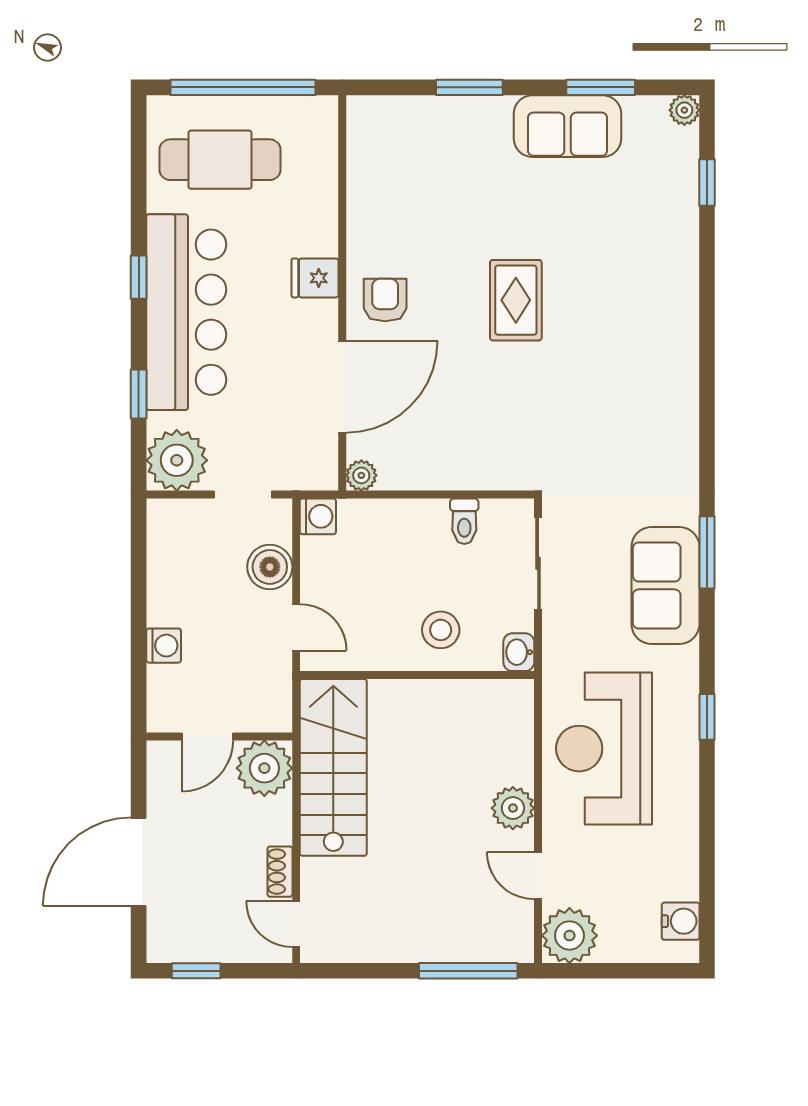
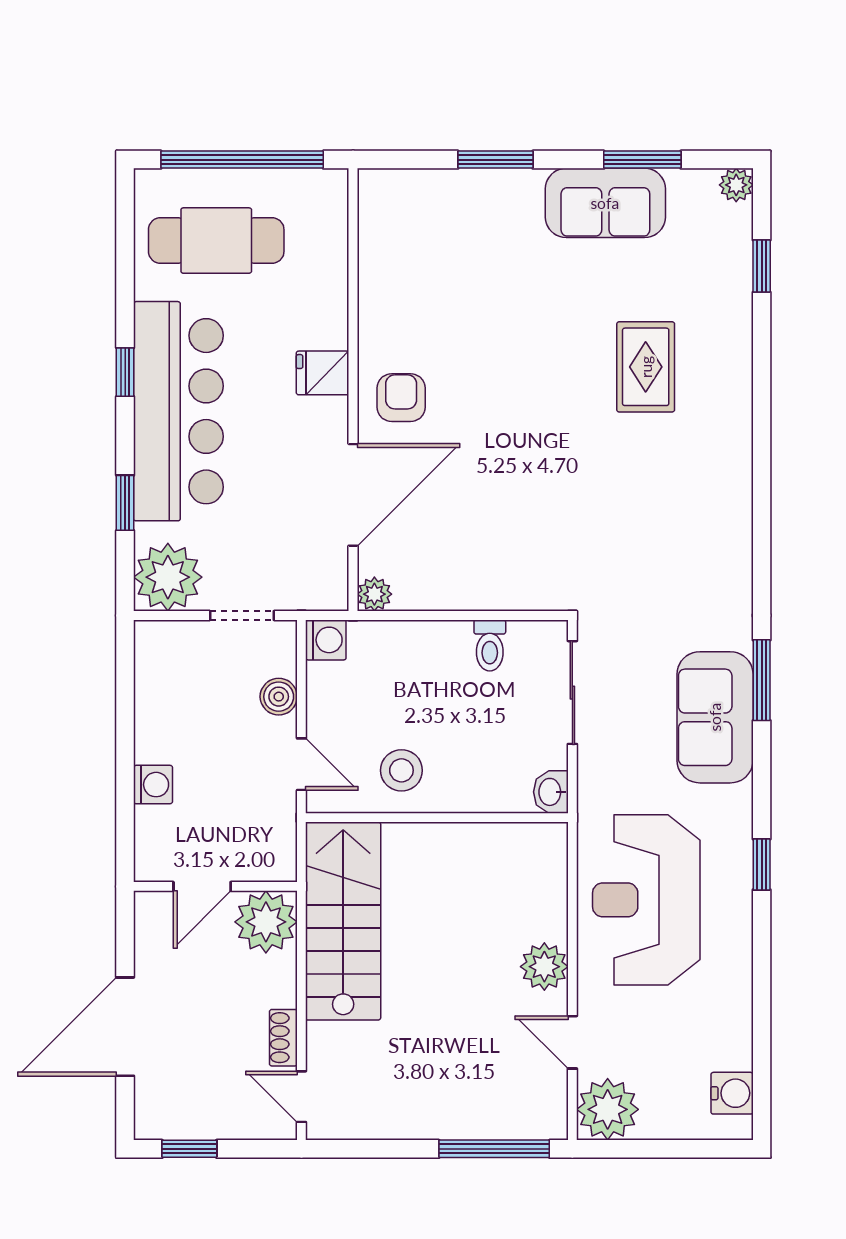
rug: (516, 300) -> (646, 367), moved
boiler: (270, 567) -> (279, 697), width x0.73, depth x0.73
stool: (441, 630) -> (401, 770), moved

